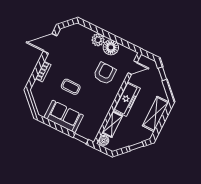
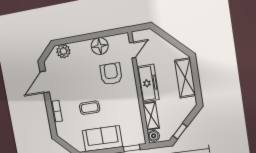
plant: (98, 40) -> (63, 51), moved
window: (162, 74) -> (165, 36), removed
window: (136, 146) -> (180, 131), moved

